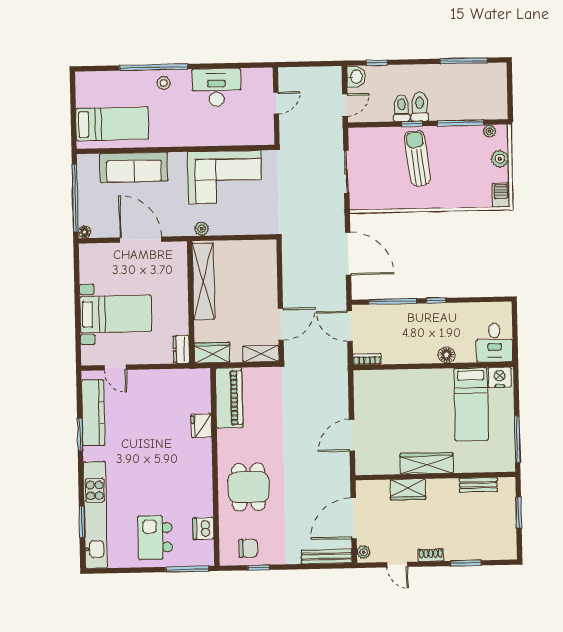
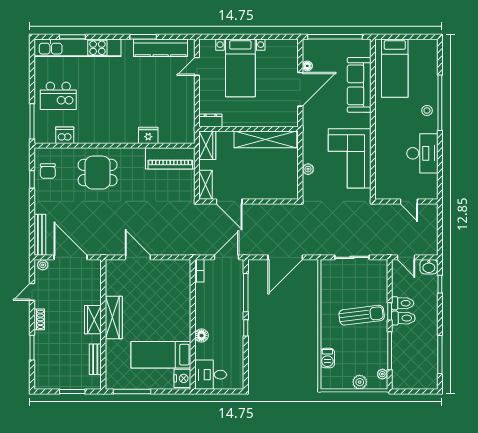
barbecue: (501, 195) -> (327, 358), moved, turned 90
plant: (202, 229) -> (308, 169), moved
floor lamp: (85, 232) -> (307, 66), moved
wardrobe: (408, 489) -> (93, 320), moved
kitchen island: (155, 537) -> (58, 96), turned 180

